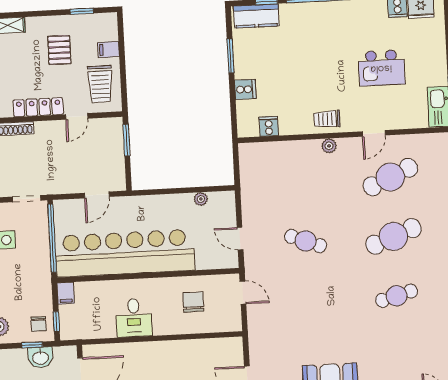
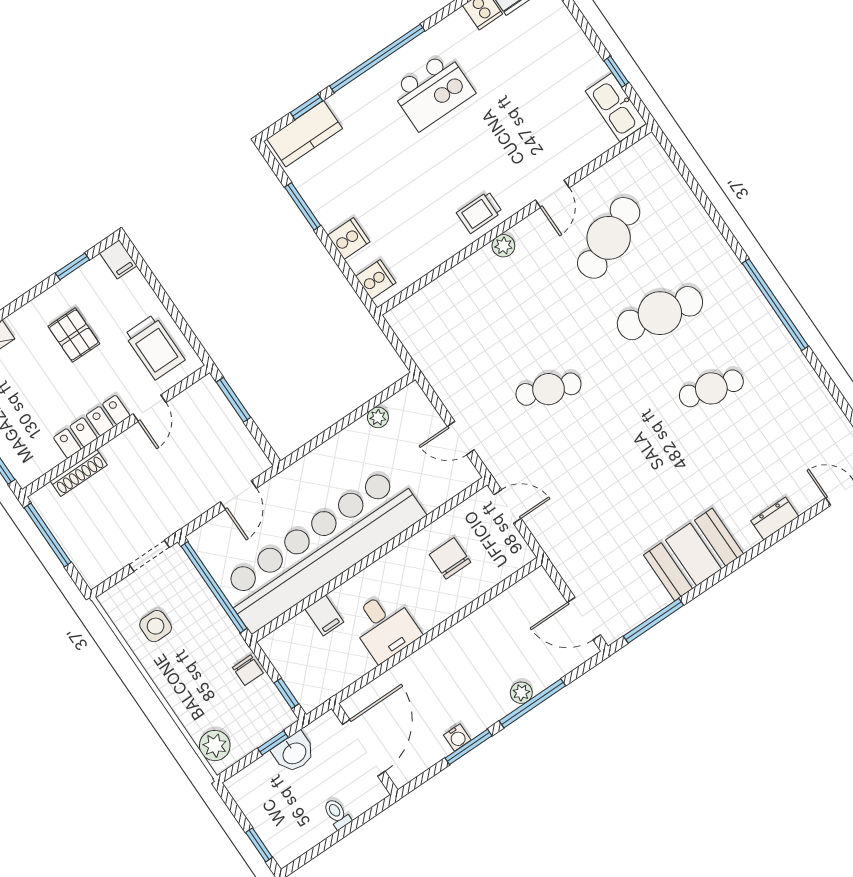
filing cabinet: (109, 50) -> (118, 259), moved, turned -90
kitchen island: (381, 68) -> (433, 91), moved
cooker: (269, 126) -> (376, 279), moved, turned 90
cafe table: (393, 236) -> (660, 313), turned 33
filing cabinet: (66, 293) -> (324, 616), moved
cafe table: (397, 296) -> (711, 388), turned 30
chair: (38, 324) -> (248, 670), moved

